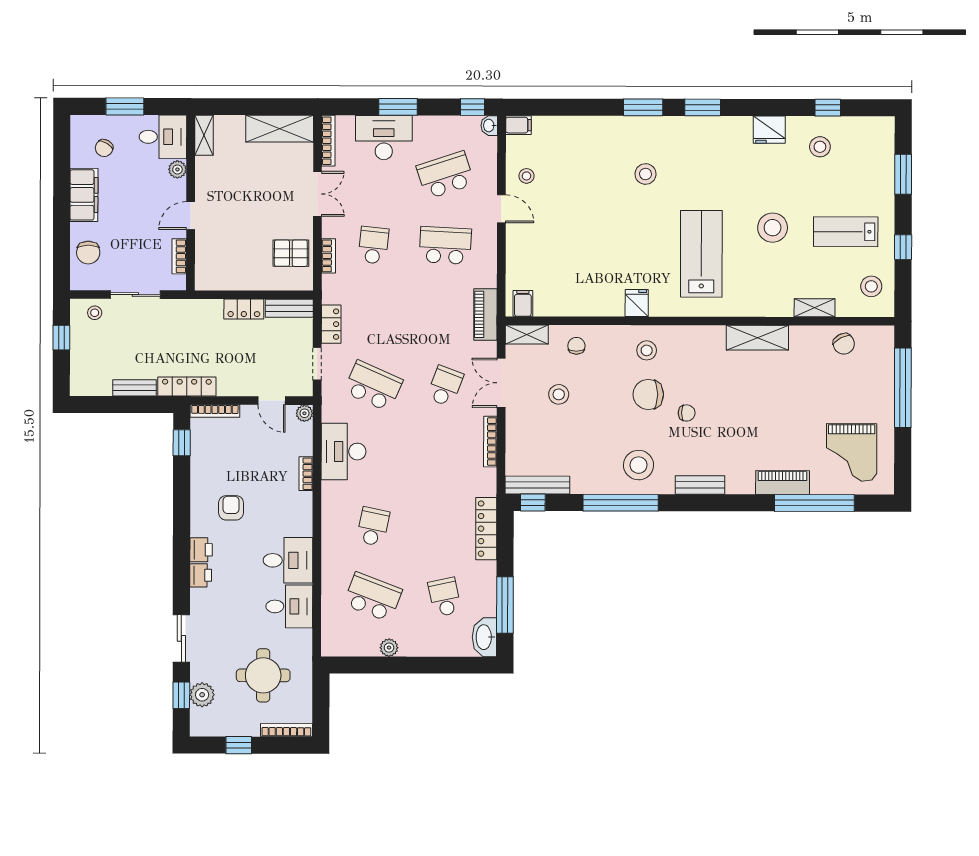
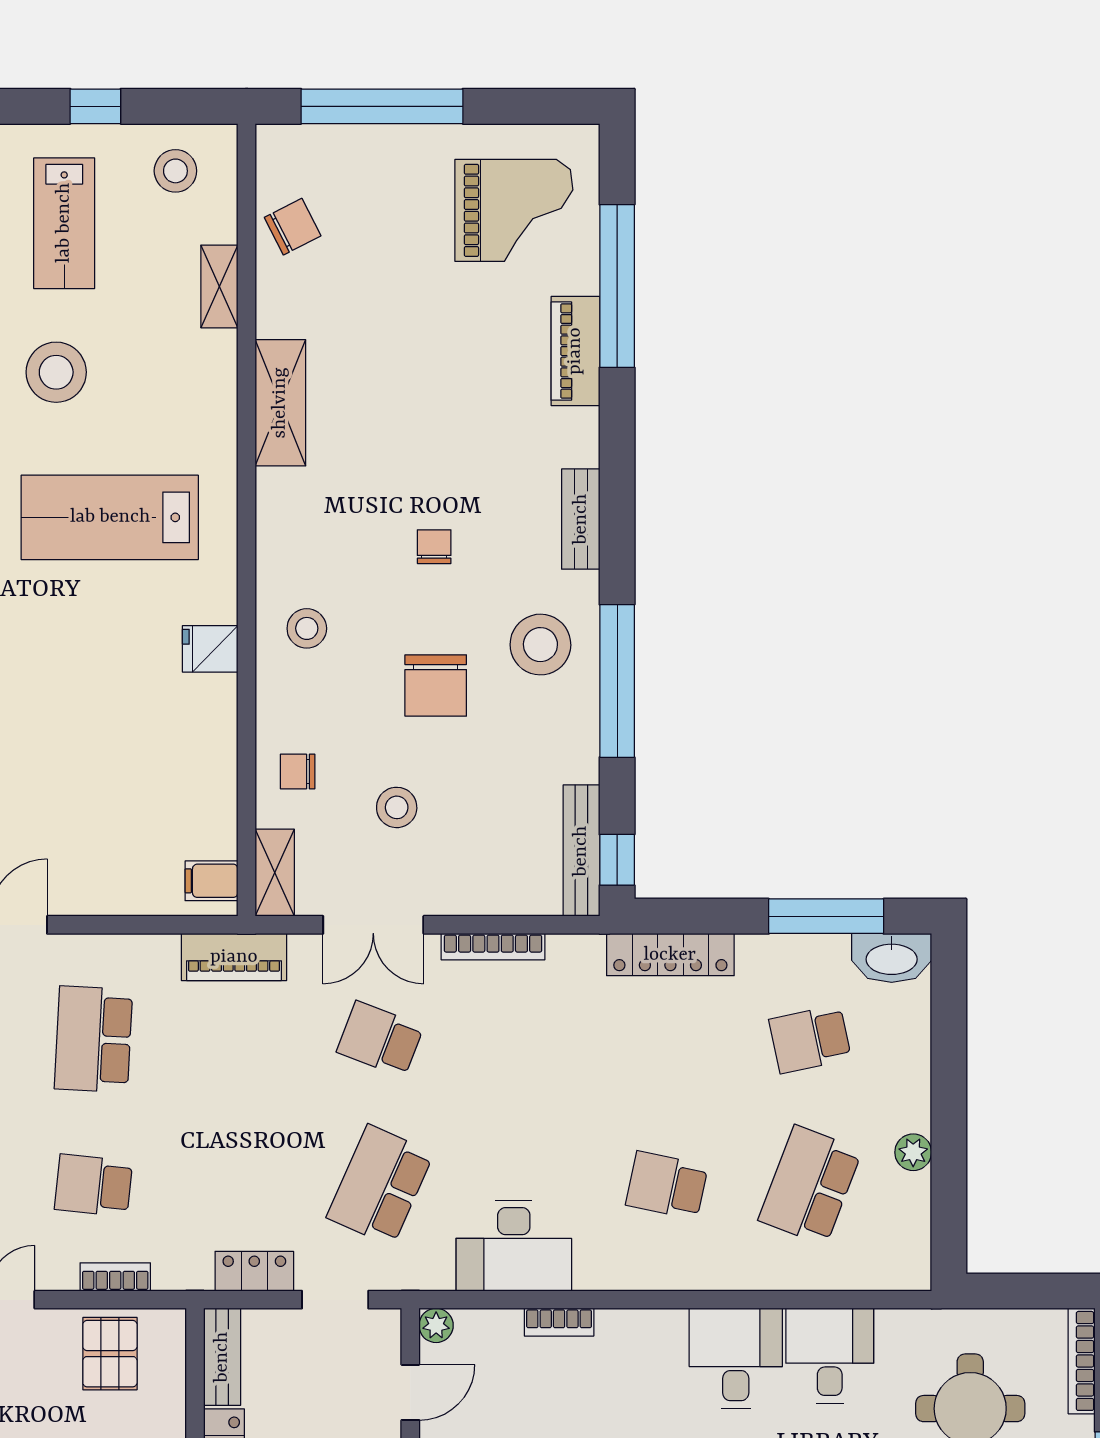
chair: (648, 394) -> (436, 686), moved

